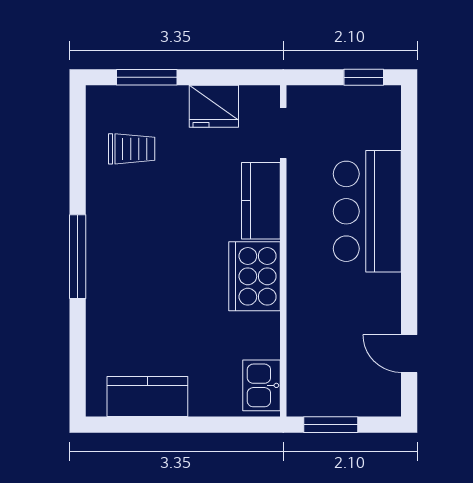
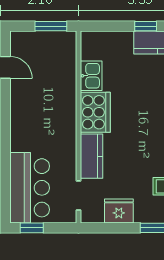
bar counter: (367, 211) -> (30, 188), moved
kitchen sink: (261, 385) -> (91, 76), moved
window: (168, 425) -> (146, 26), added

